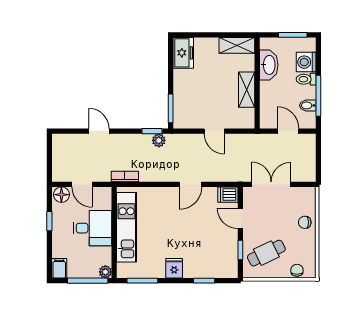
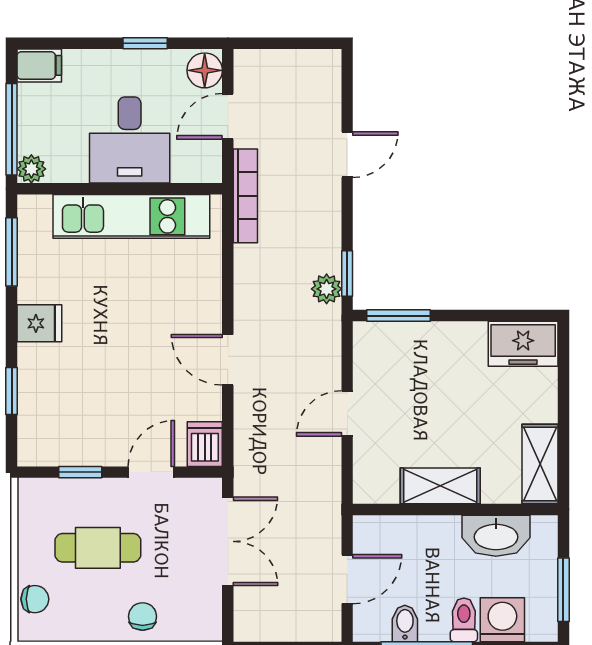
bookcase: (125, 176) -> (245, 196), width x1.56
cafe table: (266, 253) -> (98, 548), moved, turned -64

